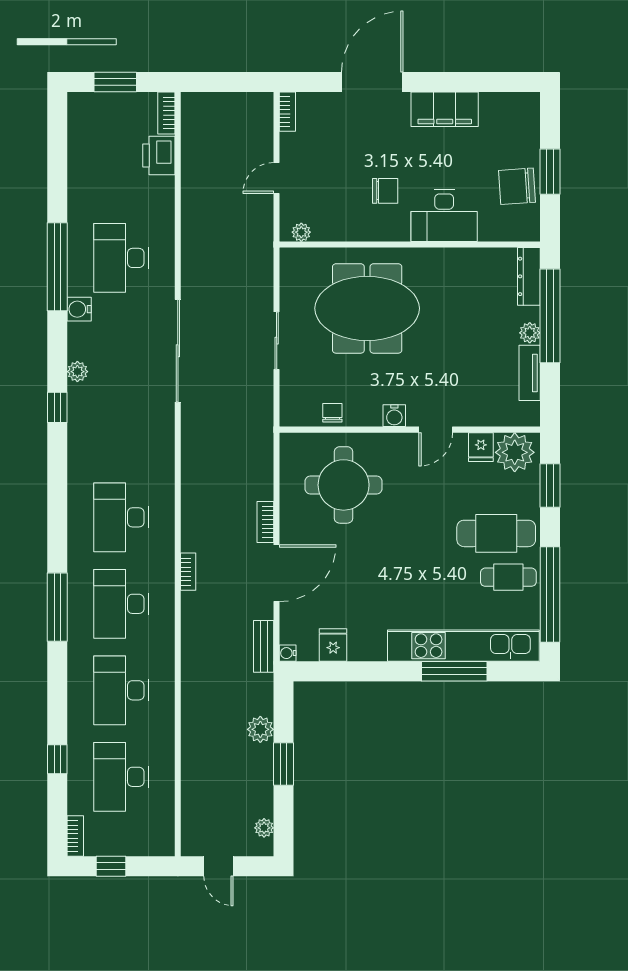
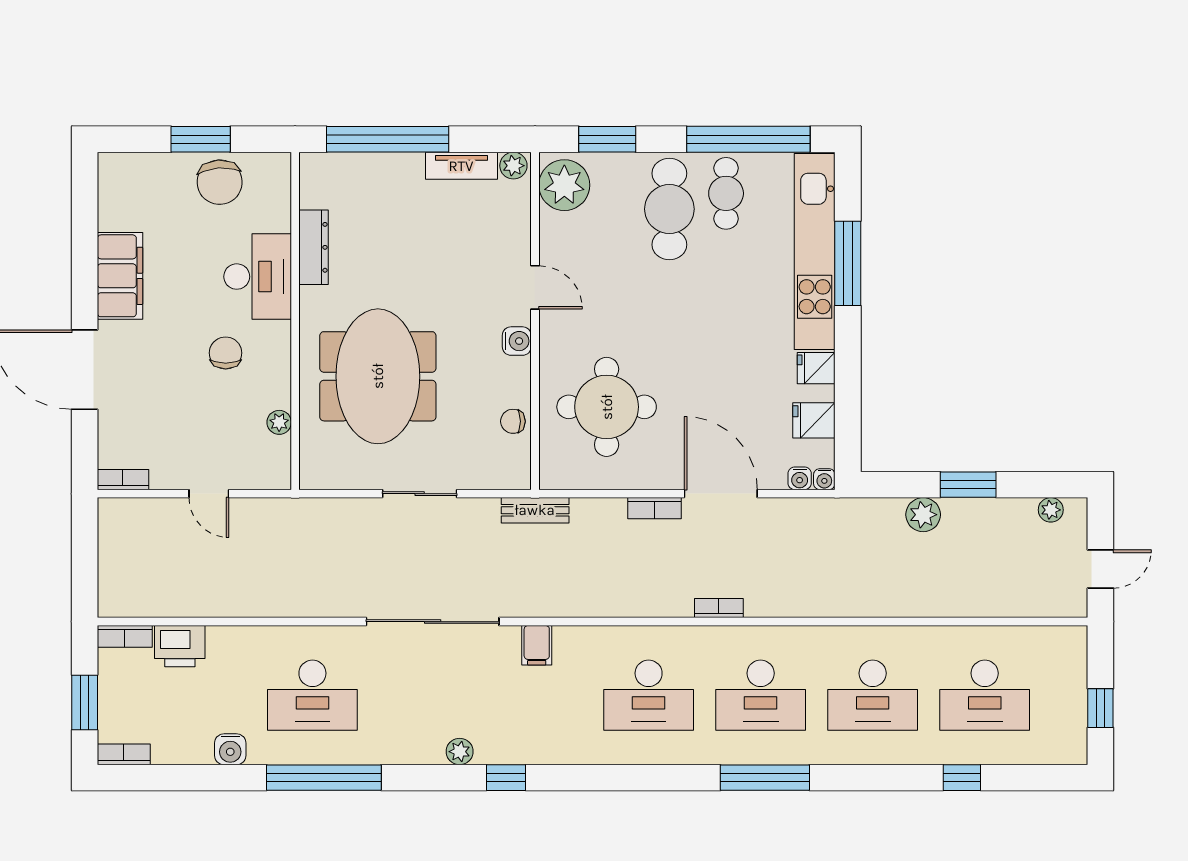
plant: (301, 232) -> (279, 422), moved
dresser: (529, 276) -> (314, 247), moved, turned -90
water cooler: (79, 309) -> (230, 749), moved
plant: (530, 333) -> (513, 166), moved
filing cabinet: (160, 431) -> (537, 645), added
fridge: (481, 447) -> (816, 368), moved, turned 180
water cooler: (288, 634) -> (800, 478), added
bench: (264, 646) -> (535, 510), moved
bookcase: (75, 836) -> (124, 754), moved

